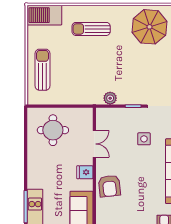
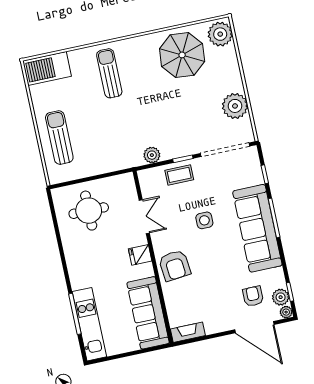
sun lounger: (91, 29) -> (109, 73), turned 90
coffee table: (128, 118) -> (179, 175), added
side table: (144, 139) -> (204, 220), moved

